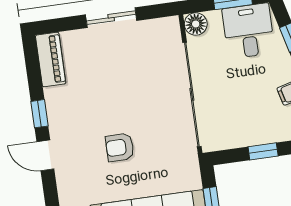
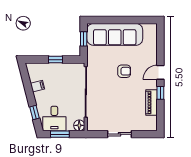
piano: (51, 60) -> (151, 103), moved
door: (45, 155) -> (160, 72), swing flipped

